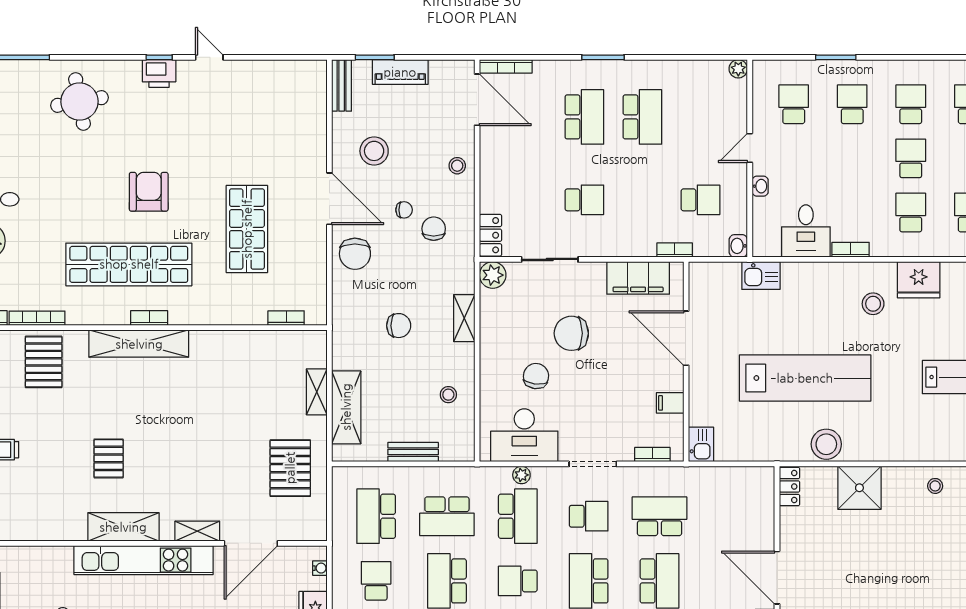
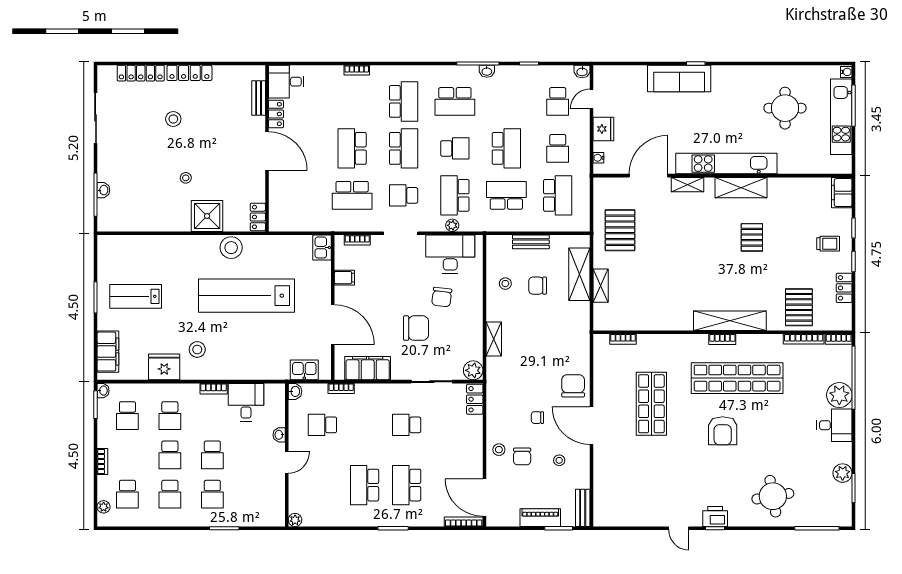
school desk: (794, 104) -> (212, 455), moved
stool: (374, 151) -> (559, 460), width x0.53, depth x0.53
chair: (434, 229) -> (522, 456), moved
kitchen sink: (761, 276) -> (304, 370), moved
chair: (399, 326) -> (538, 286), moved
stool: (935, 486) -> (186, 178), moved

